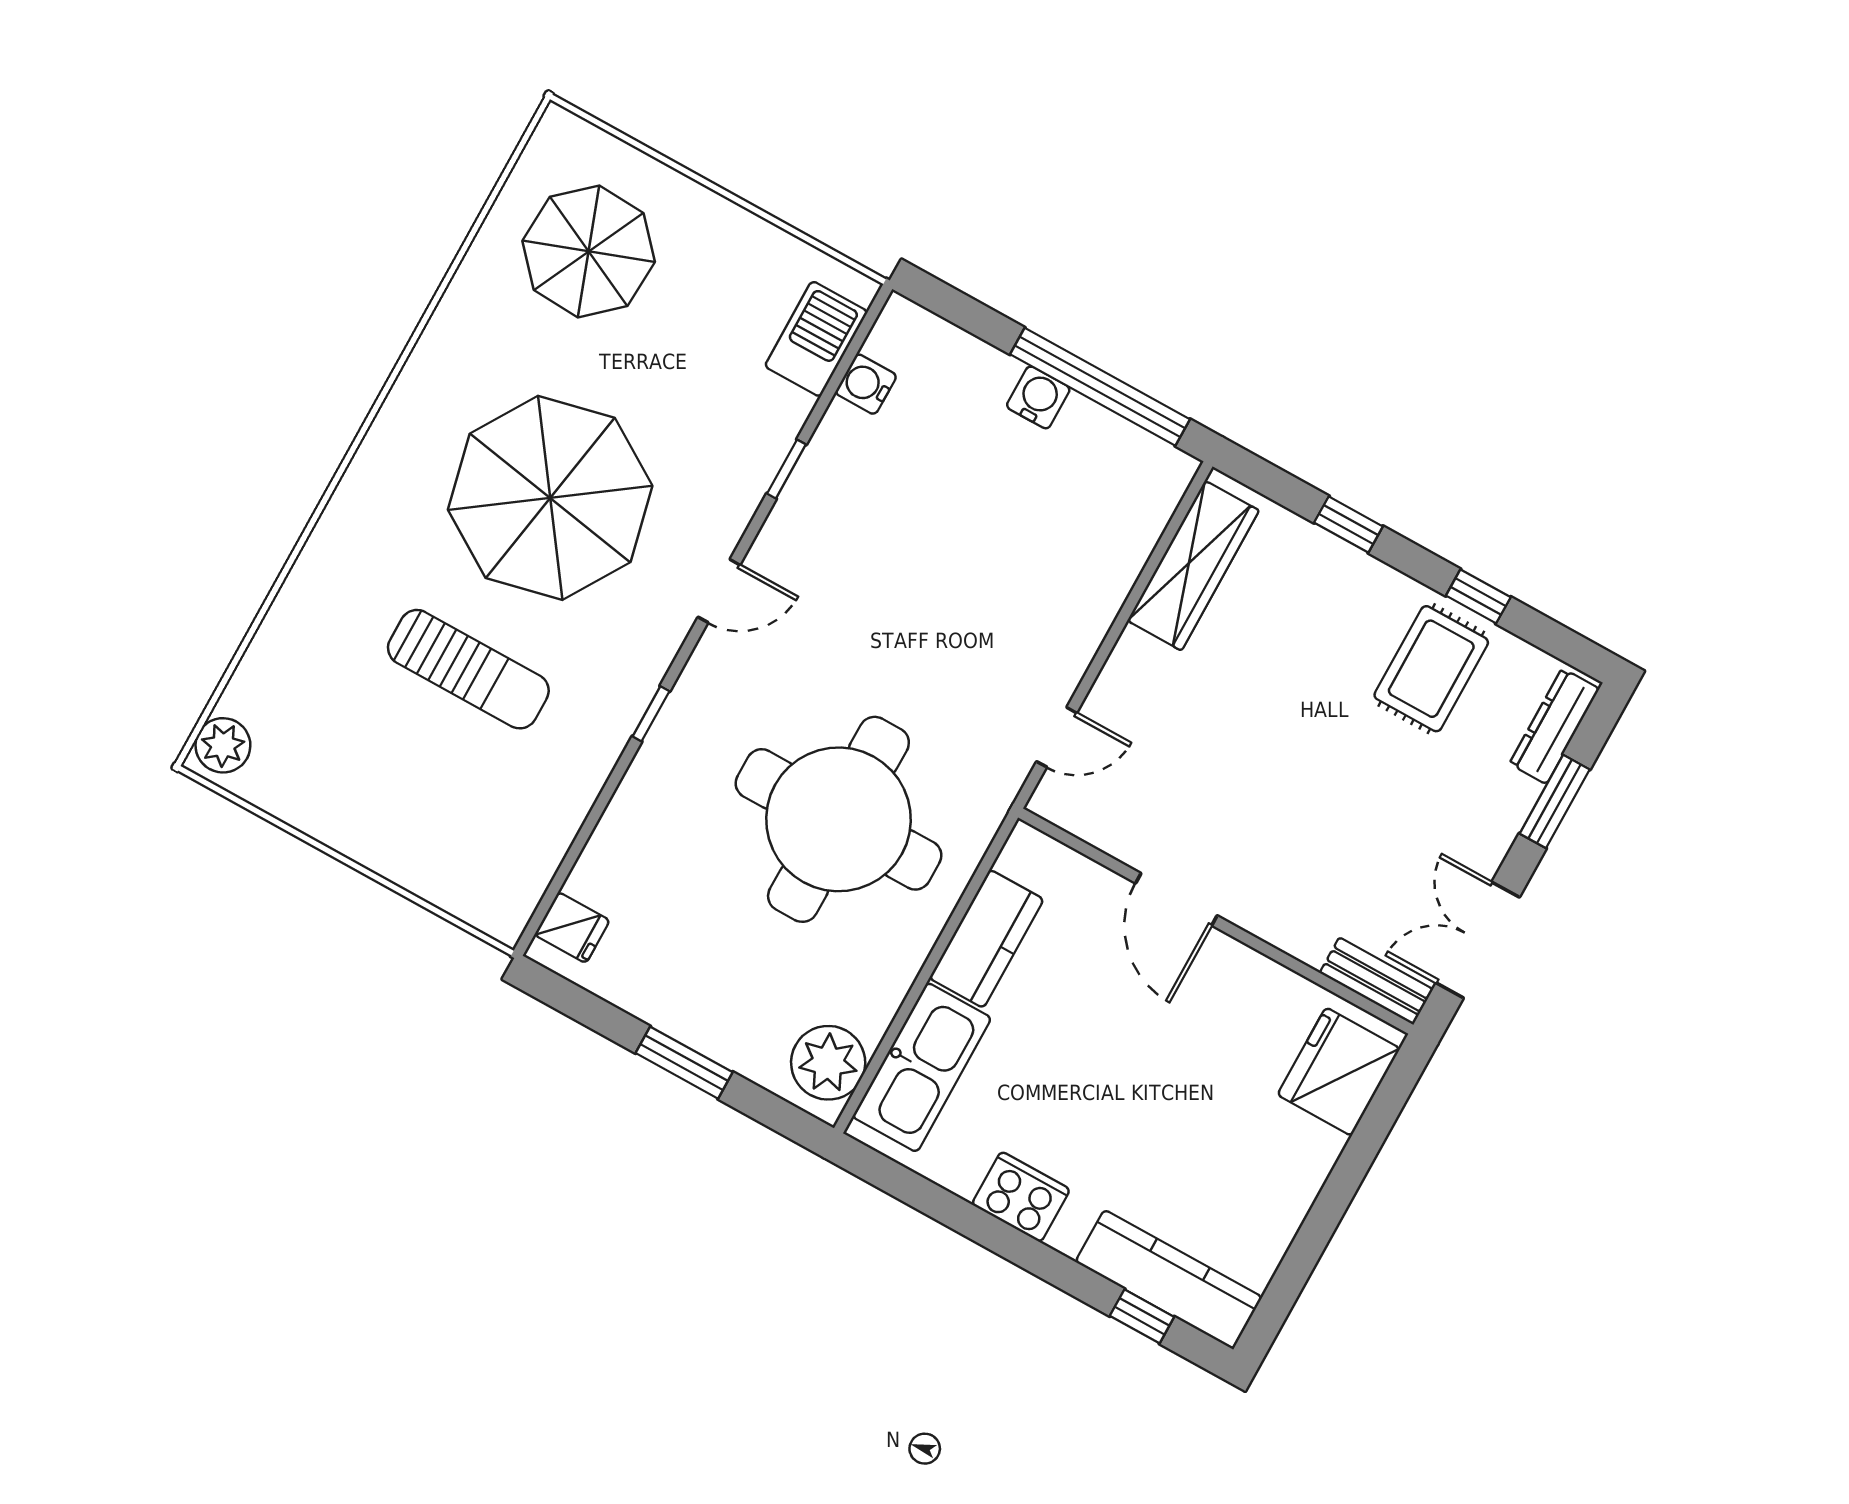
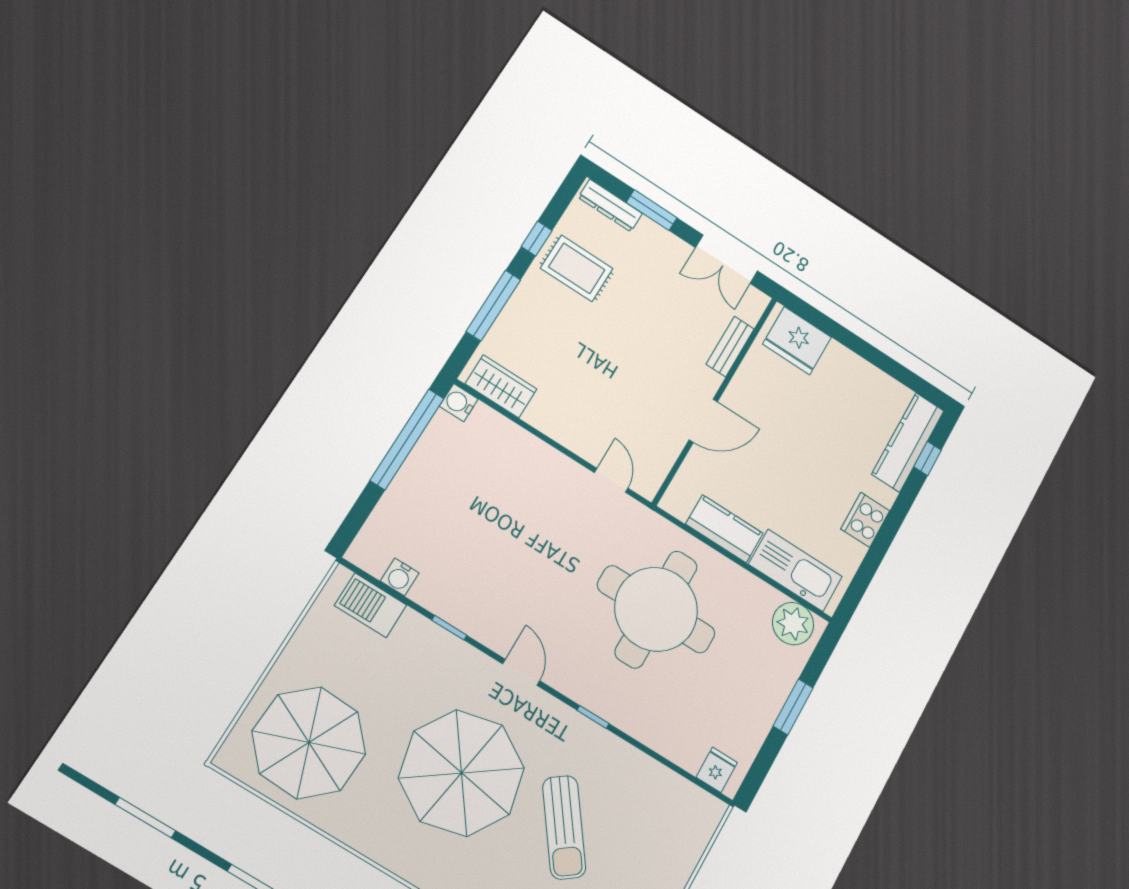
parasol: (589, 251) -> (309, 743), width x1.36, depth x1.36
water cooler: (1038, 397) -> (459, 403), moved
window: (1349, 525) -> (493, 306), width x2.17
wardrobe: (1193, 566) -> (501, 386), width x0.67
sun lounger: (468, 669) -> (564, 827), turned 144
bench: (1376, 981) -> (730, 347), moved

